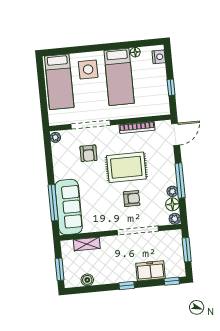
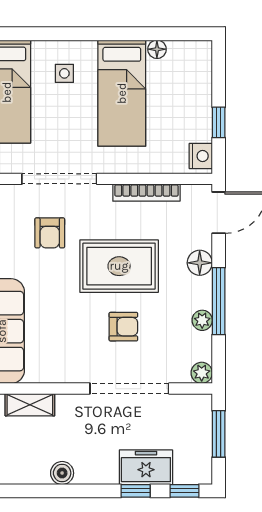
nightstand: (159, 57) -> (201, 156), moved
side table: (88, 69) -> (64, 73), width x0.54, depth x0.54
floor lamp: (172, 204) -> (200, 263), moved
boiler: (87, 280) -> (62, 473), moved
window: (127, 286) -> (136, 491), moved

